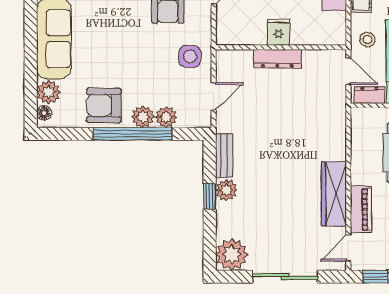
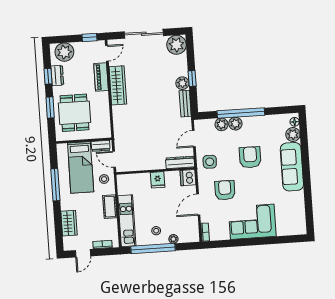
dishwasher: (228, 32) -> (188, 178), added
dresser: (277, 59) -> (180, 162), moved
armchair: (104, 105) -> (250, 157), moved, turned -90

